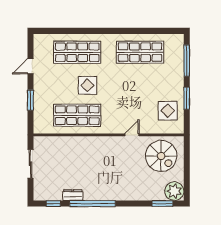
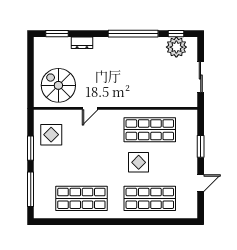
plant: (174, 191) -> (176, 47), moved
dresser: (73, 195) -> (82, 43), moved

